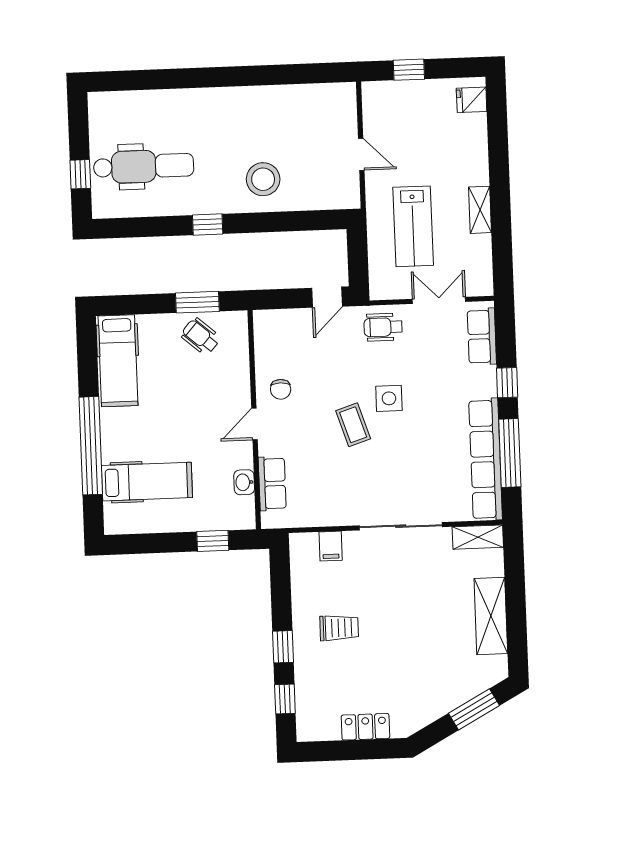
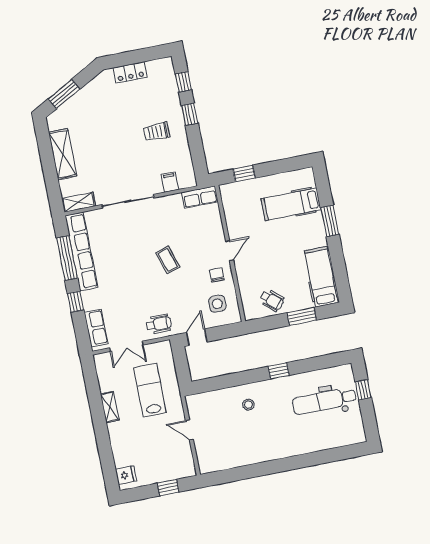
stool: (263, 179) -> (248, 405), width x0.53, depth x0.53
window: (197, 302) -> (302, 316), moved
side table: (389, 398) -> (217, 304), moved
window: (91, 446) -> (330, 221), width x0.47
washbasin: (244, 482) -> (230, 213), removed
row of seats: (272, 484) -> (200, 197), moved, turned -90

